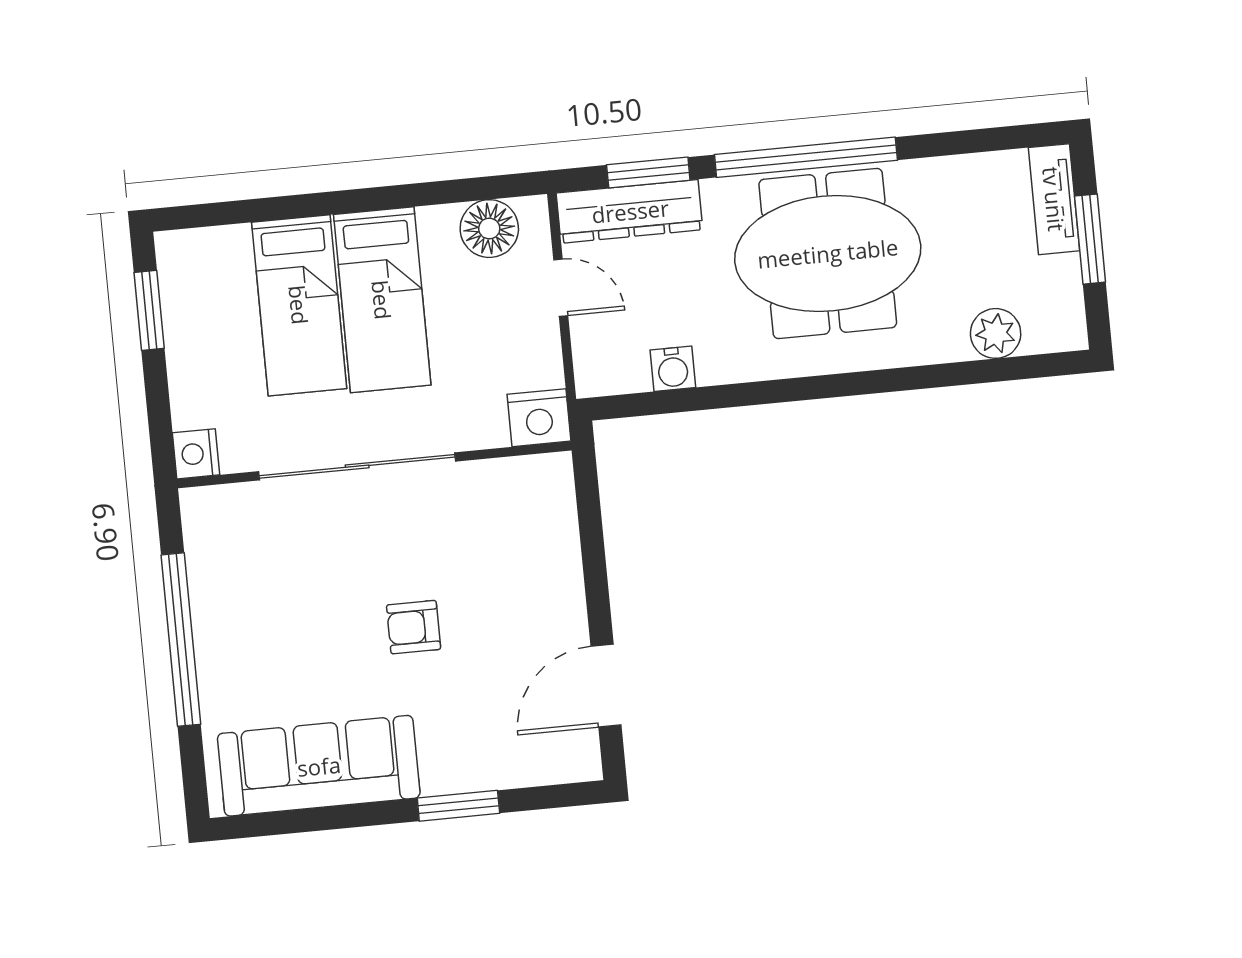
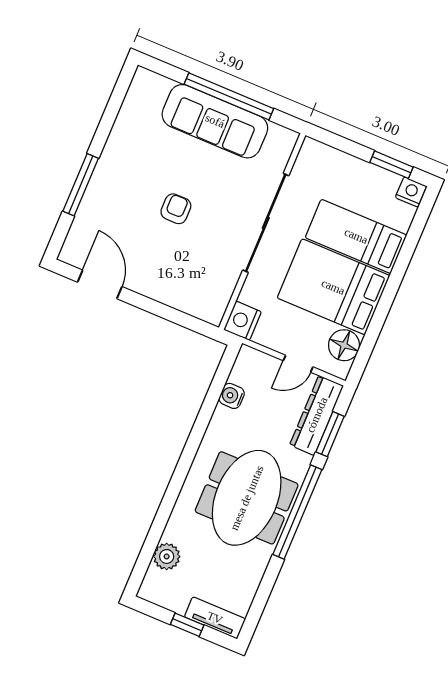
window: (1090, 239) -> (187, 625), width x0.67
bed: (382, 300) -> (333, 287), width x1.50
nightstand: (196, 454) -> (411, 192), moved
sofa: (319, 766) -> (215, 121), moved, turned 90
window: (458, 806) -> (81, 185), width x1.44

